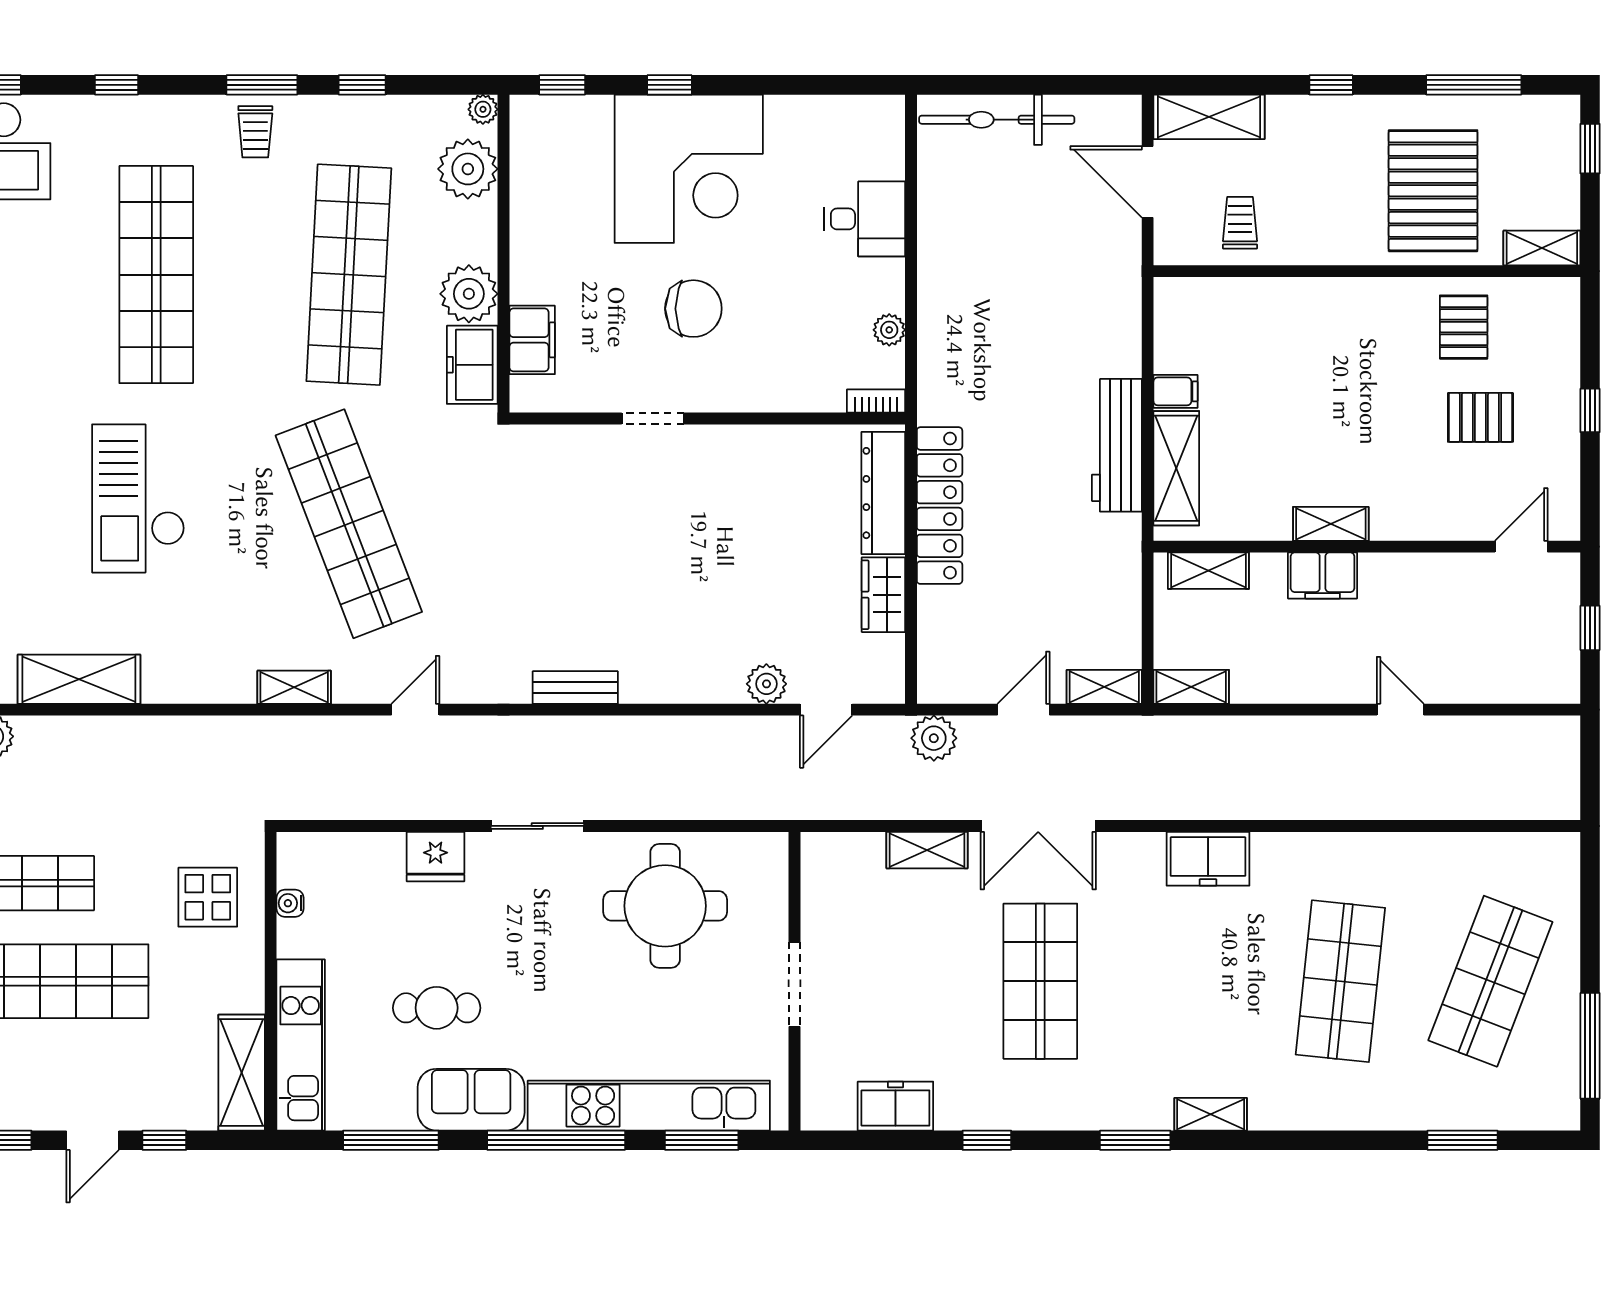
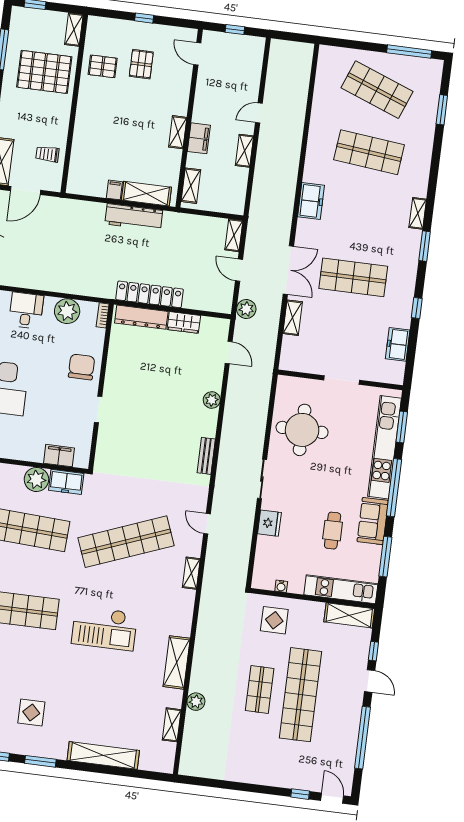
chair: (693, 309) -> (82, 367), moved
plant: (889, 330) -> (67, 311), width x1.87, depth x1.87
plant: (766, 684) -> (212, 400), moved
shelving: (1191, 687) -> (244, 151), moved

